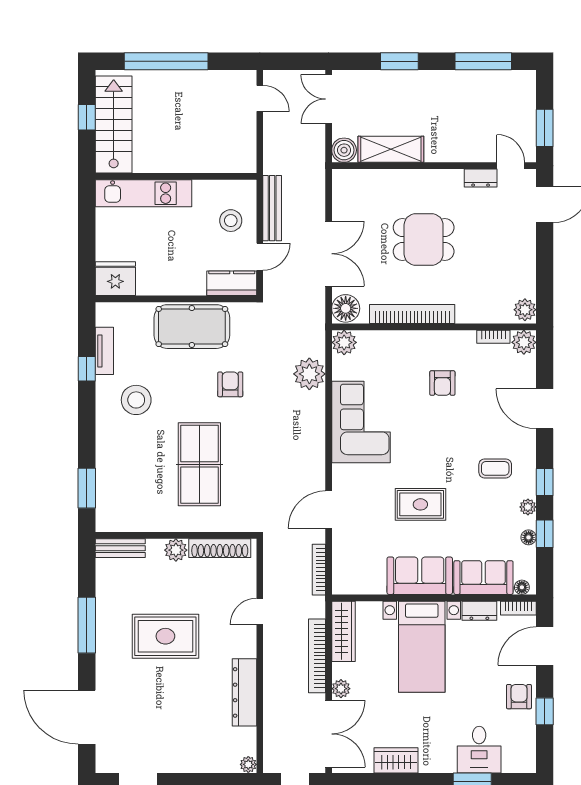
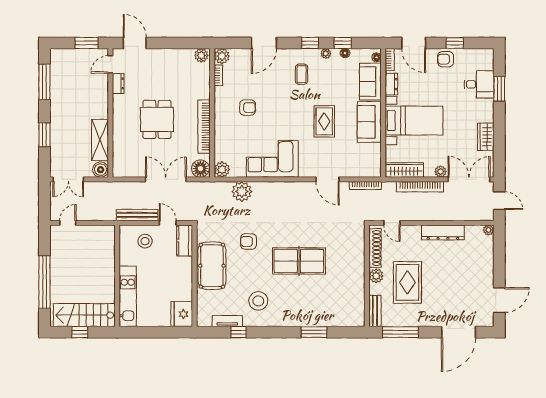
wall: (176, 535) -> (367, 276), moved
bench: (120, 548) -> (375, 311), moved
shoe rack: (220, 548) -> (375, 248), moved
plant: (176, 550) -> (376, 276), moved

